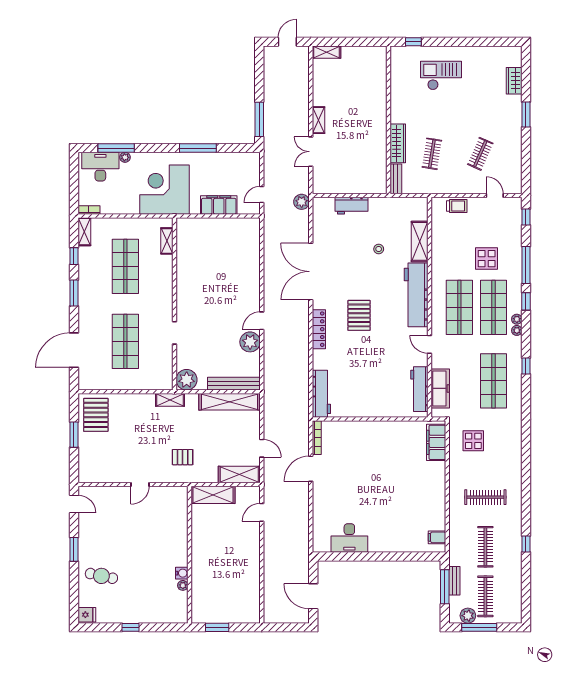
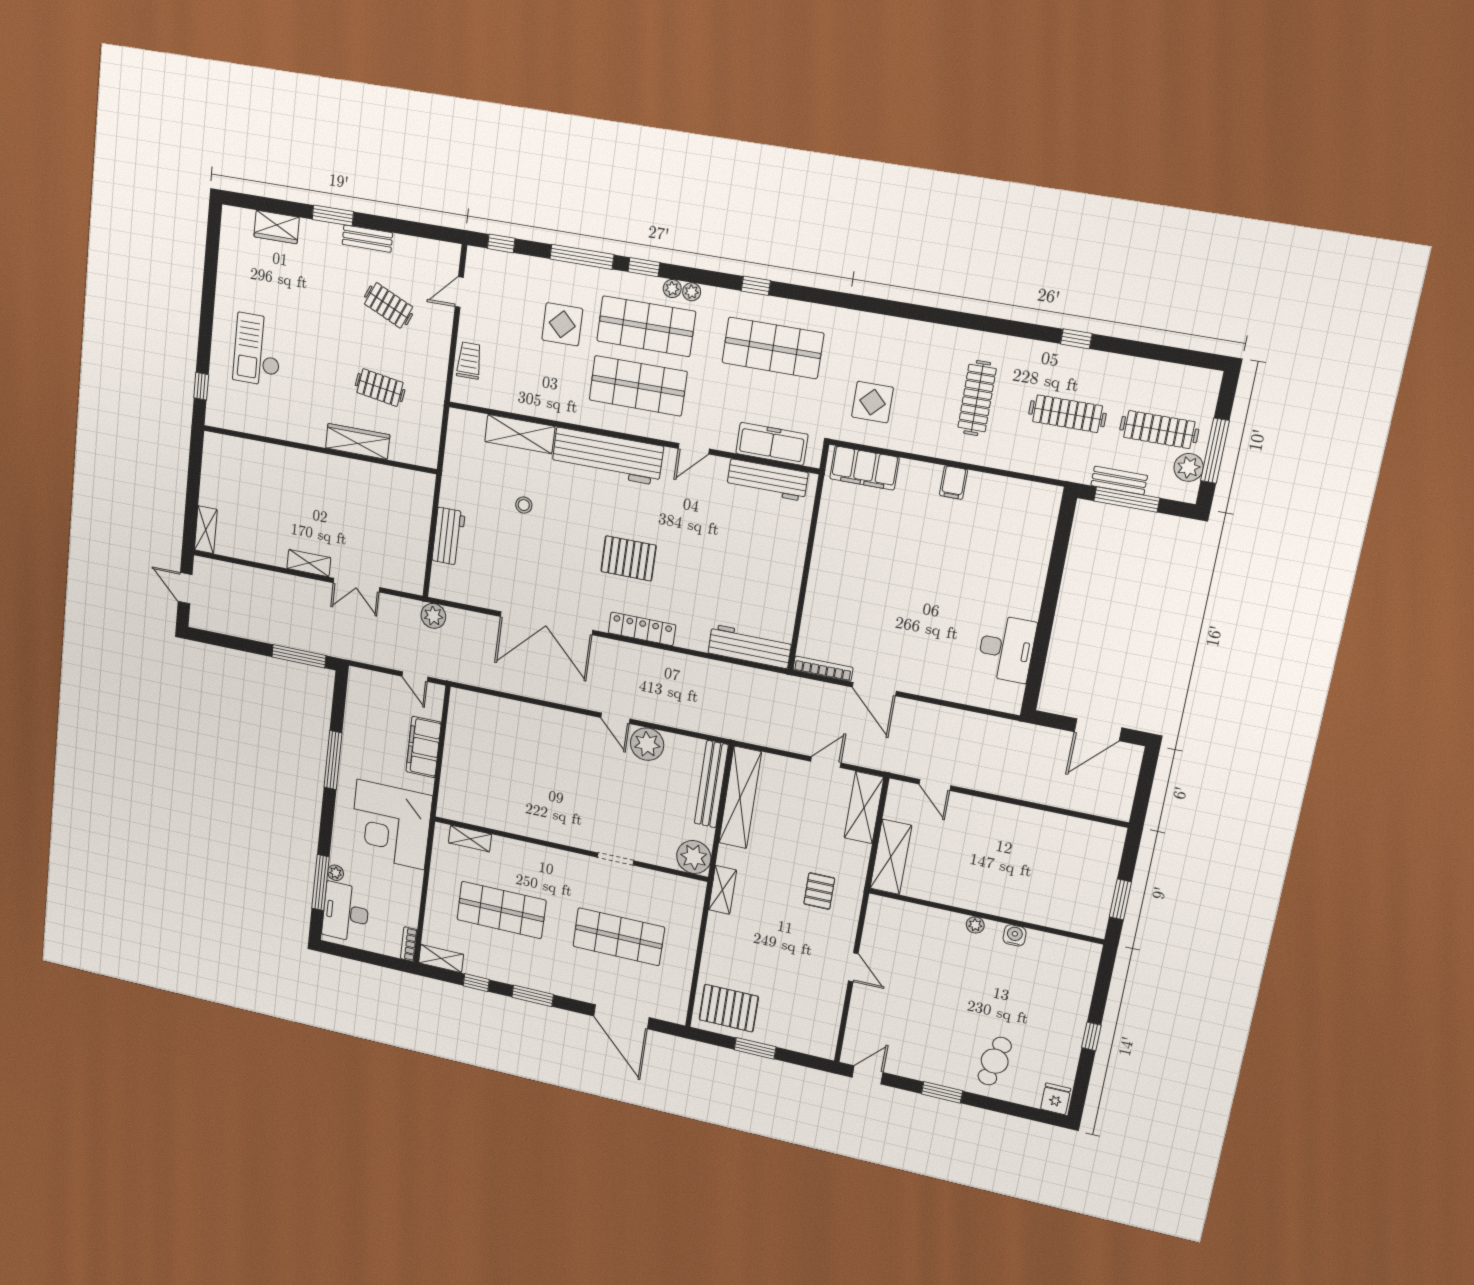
bench: (396, 179) -> (367, 239), moved
filing cabinet: (437, 537) -> (954, 483), moved
plant: (183, 585) -> (975, 925), moved

